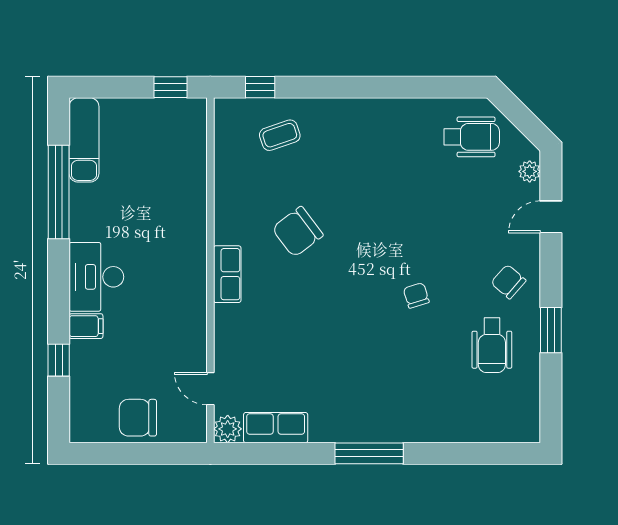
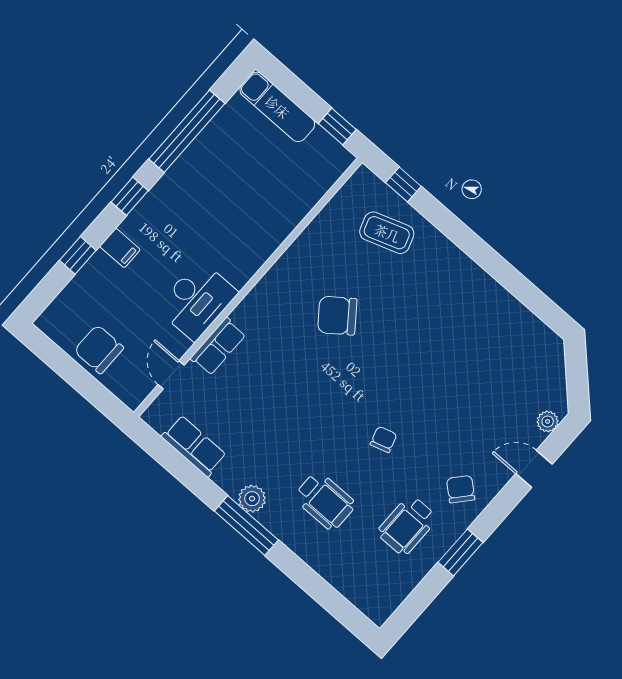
coffee table: (280, 135) -> (387, 233), width x1.36, depth x1.30
wheelchair: (472, 137) -> (325, 501), moved
exam couch: (84, 140) -> (277, 107), moved, turned 90
row of seats: (227, 274) -> (218, 346), moved
desk: (96, 277) -> (197, 300), moved, turned 180
window: (59, 280) -> (130, 196), added
plant: (228, 429) -> (252, 499), moved

